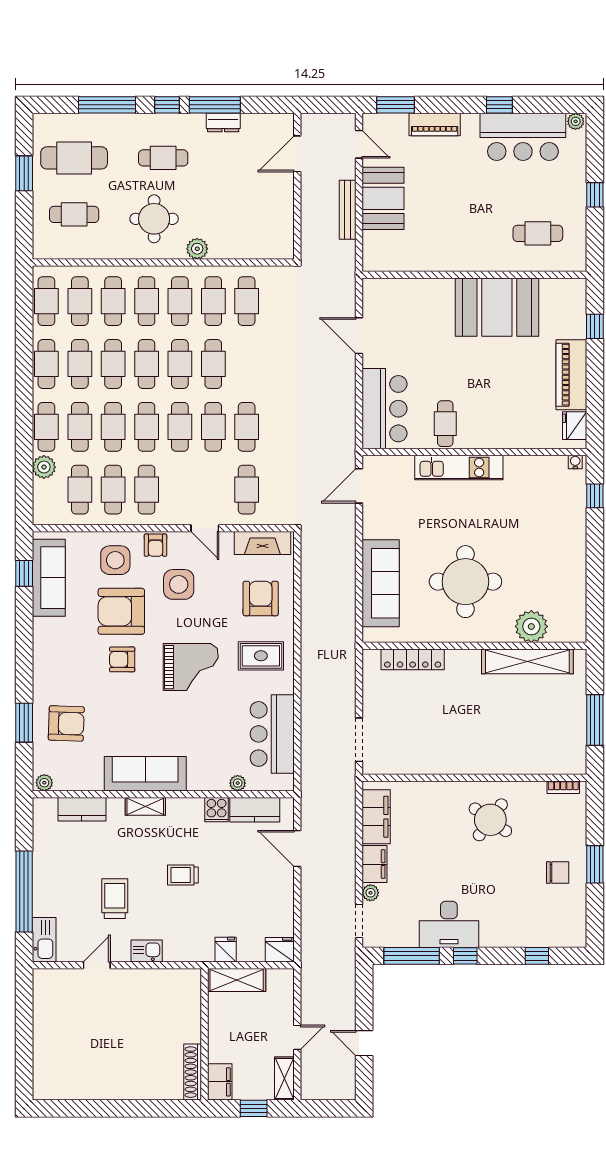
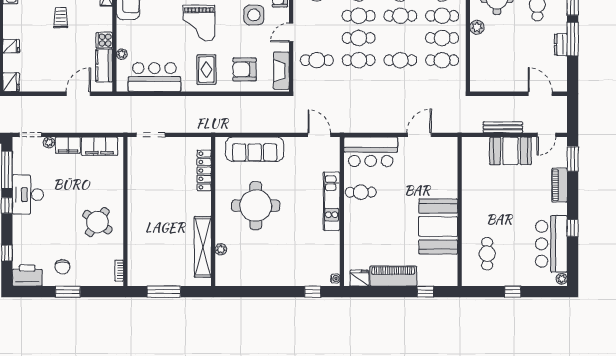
cafe table: (213, 364) -> (400, 60), moved
armchair: (261, 598) -> (245, 69), turned 180
plant: (531, 626) -> (221, 249), width x0.53, depth x0.53
printer: (571, 925) -> (27, 276), added

